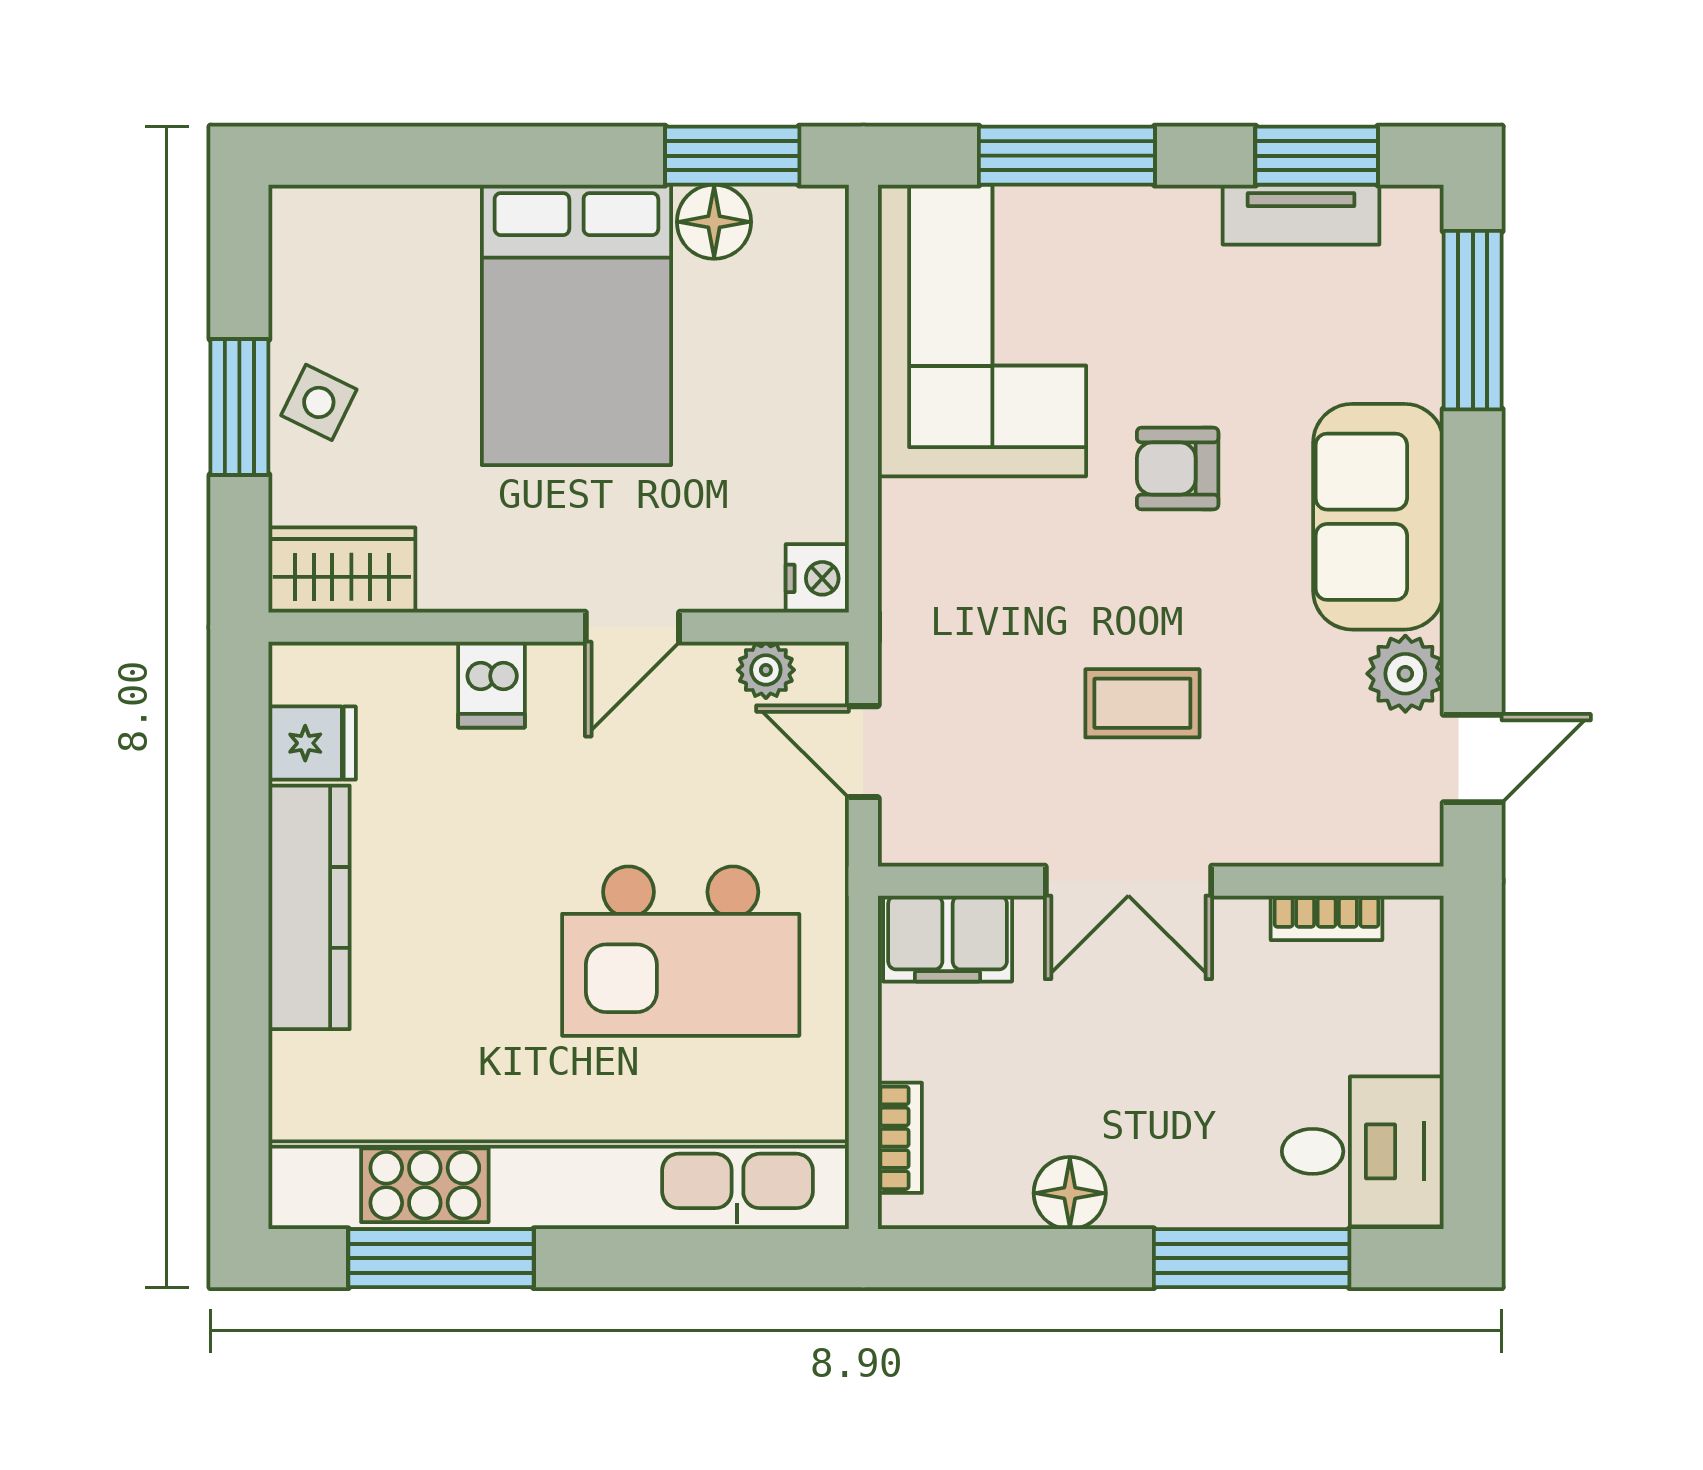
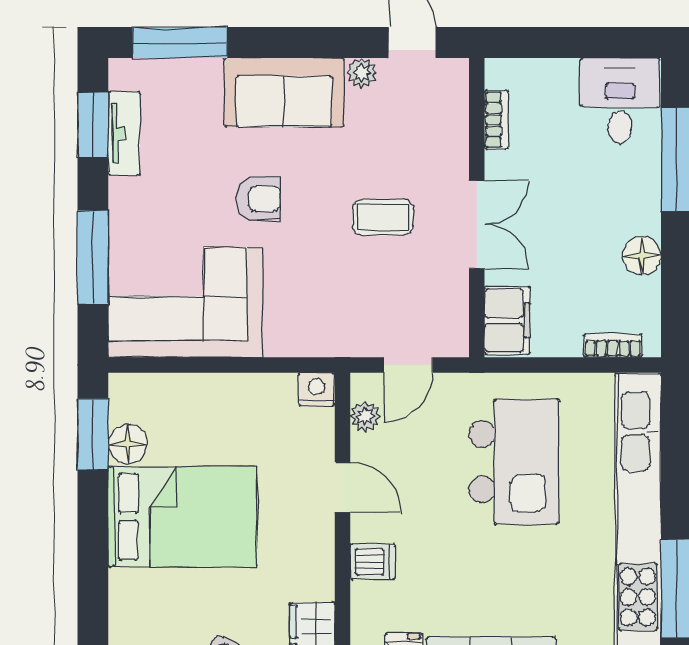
armchair: (1178, 469) -> (258, 199), turned -90
plant: (1405, 674) -> (362, 73), width x0.73, depth x0.73
coffee table: (1142, 703) -> (383, 217), turned 90

